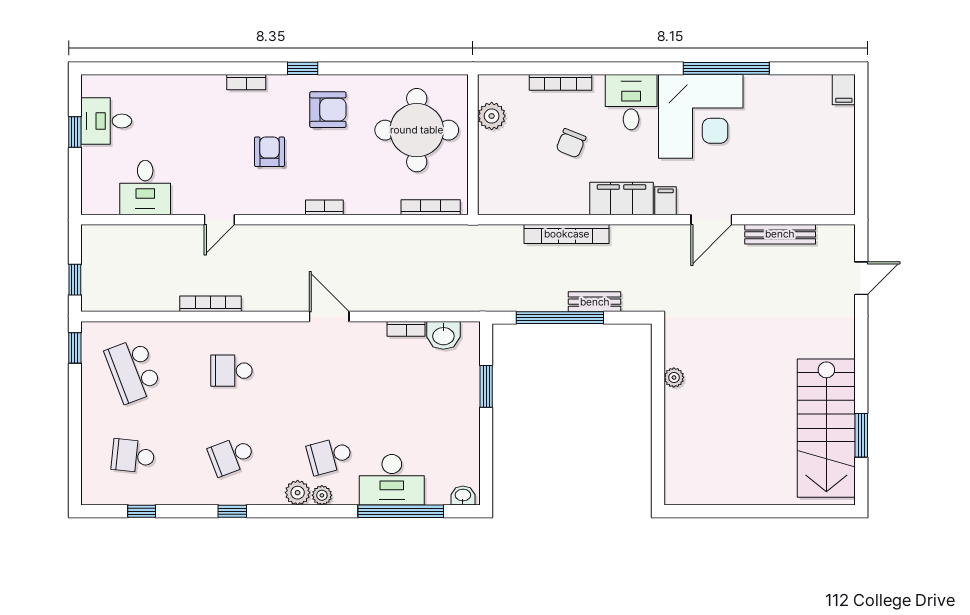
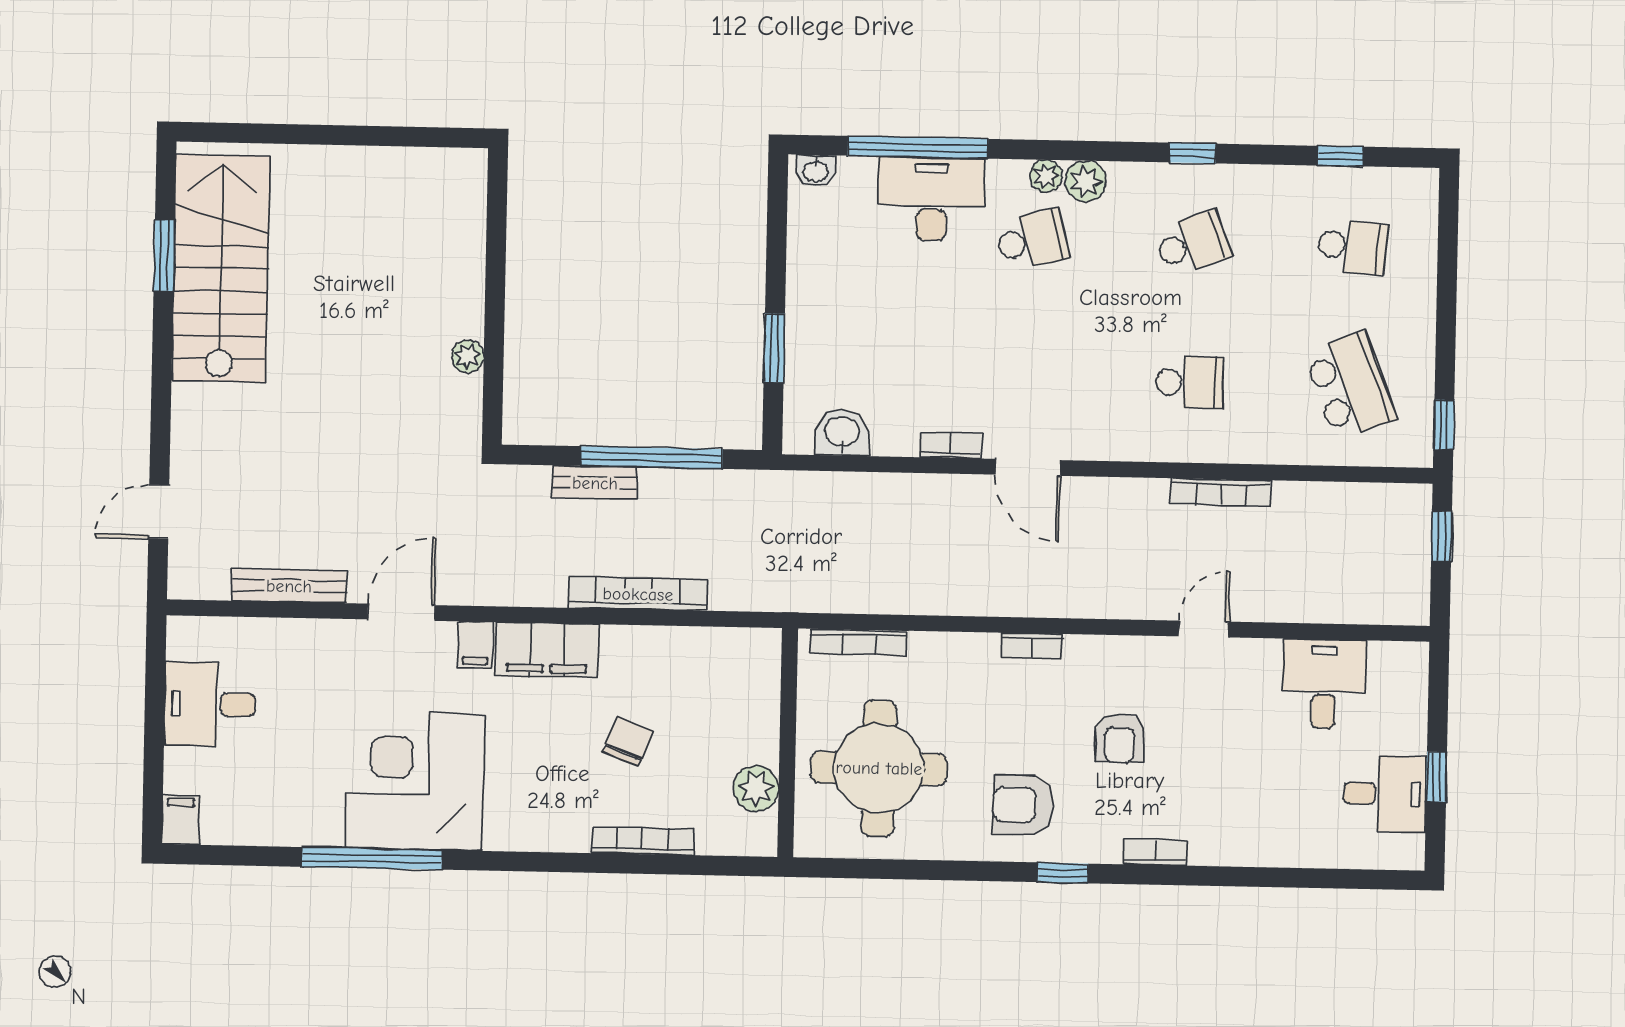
desk: (631, 102) -> (210, 704), moved, turned 90
bookcase: (406, 329) -> (951, 446), moved

